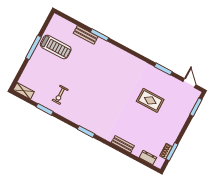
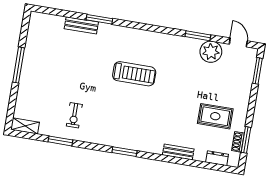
treadmill: (56, 47) -> (134, 74), moved
plant: (168, 83) -> (211, 52), added
rug: (150, 100) -> (215, 116), moved

